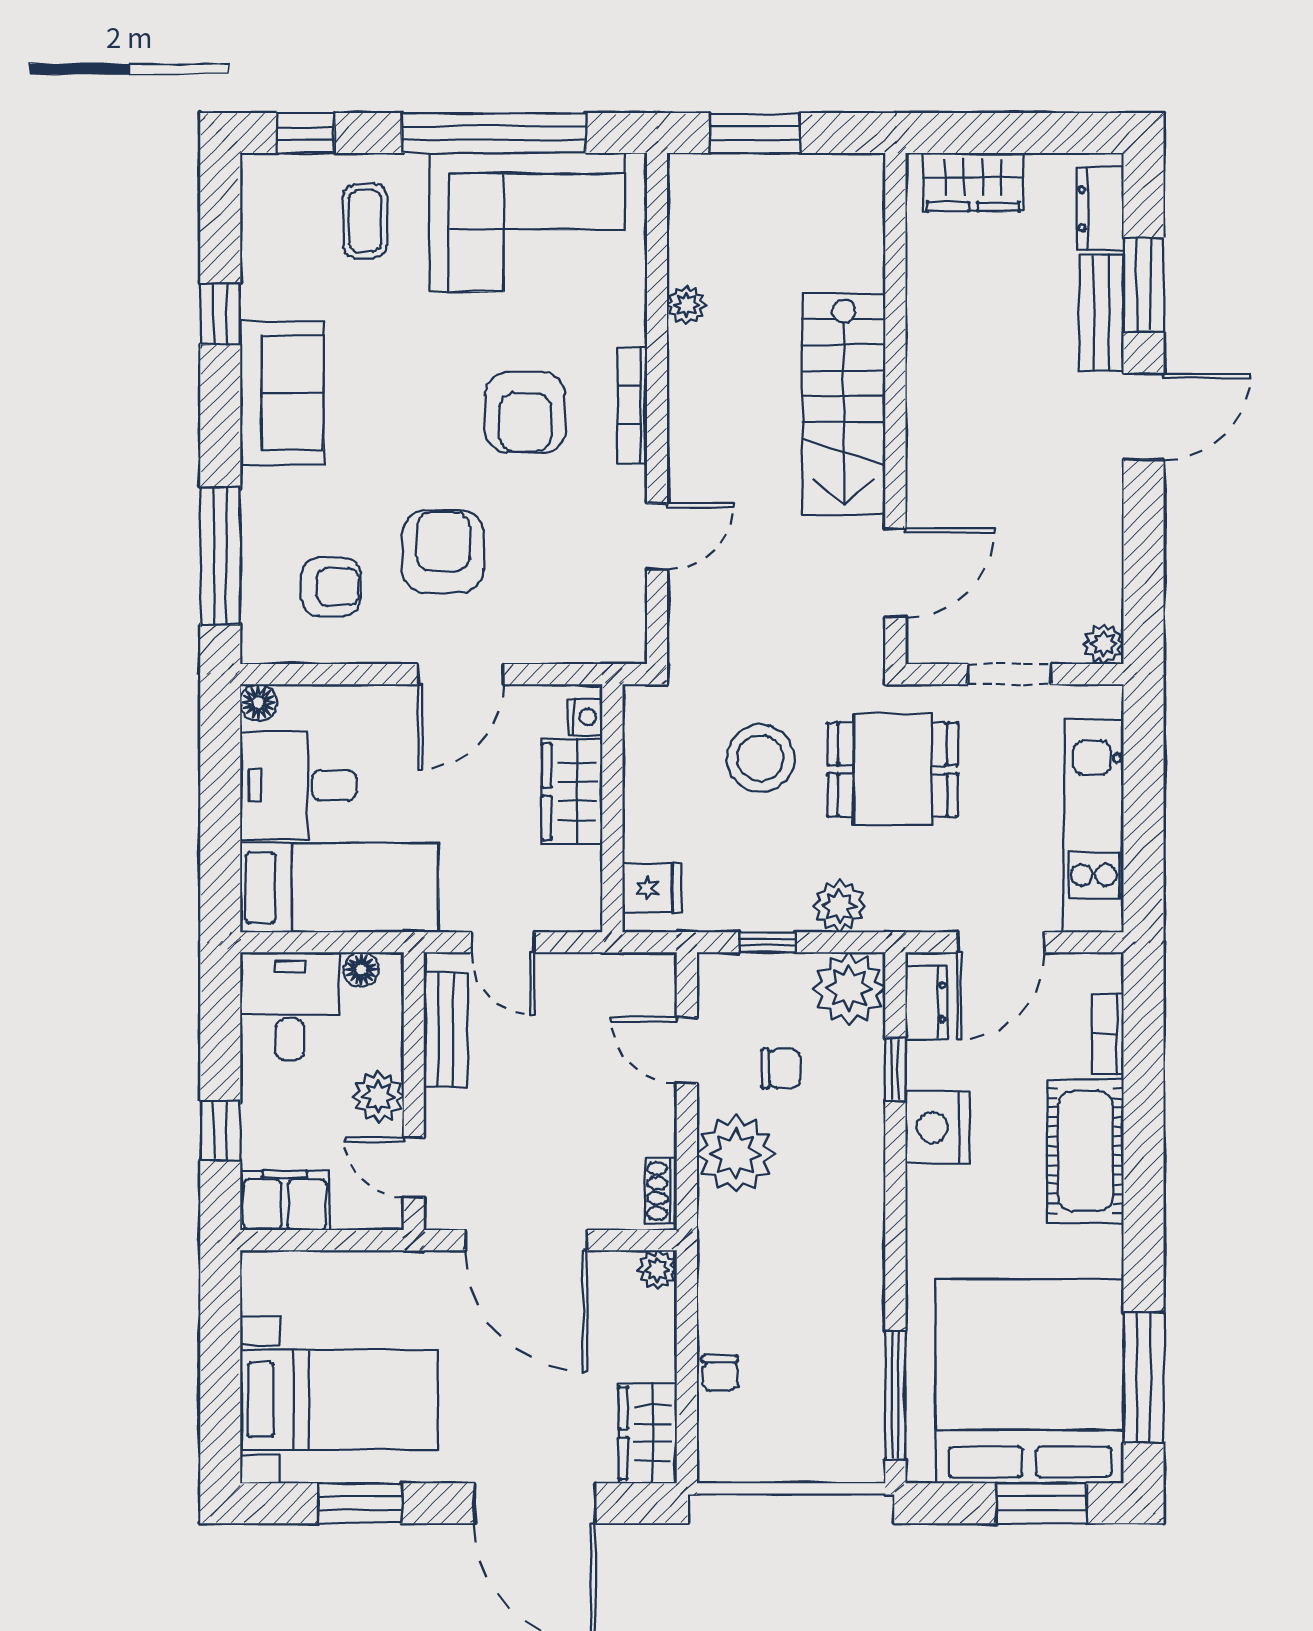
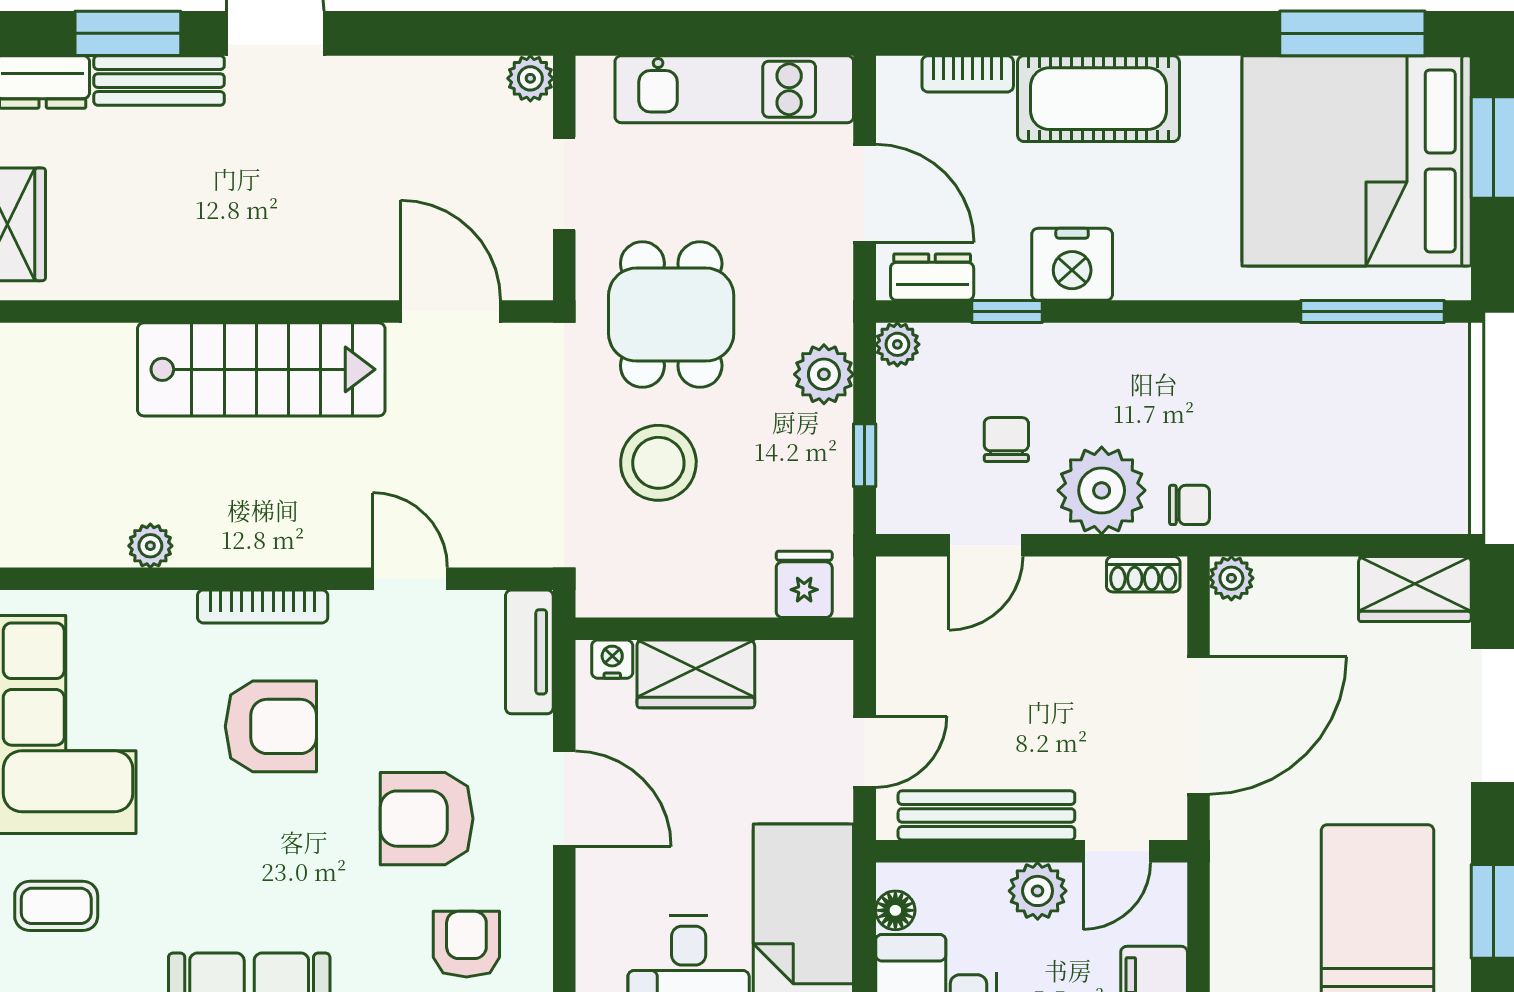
tv unit: (592, 643) -> (529, 652), added
plant: (849, 988) -> (897, 344), width x0.53, depth x0.53
bench: (446, 1030) -> (986, 815), width x1.36
chair: (720, 1373) -> (1190, 505), moved

